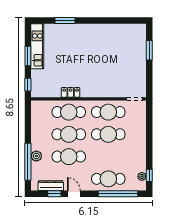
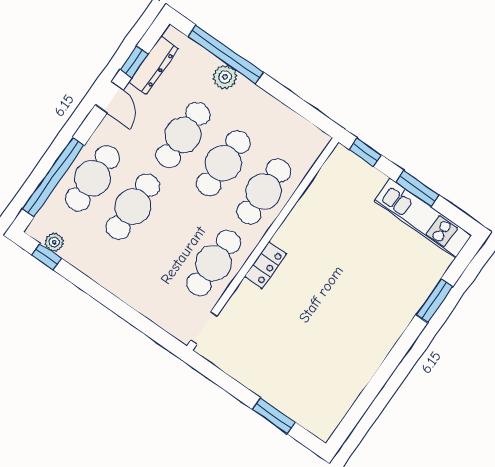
locker: (71, 92) -> (265, 265), moved
cafe table: (108, 134) -> (133, 207), moved
door: (74, 194) -> (109, 97), hinge flipped

